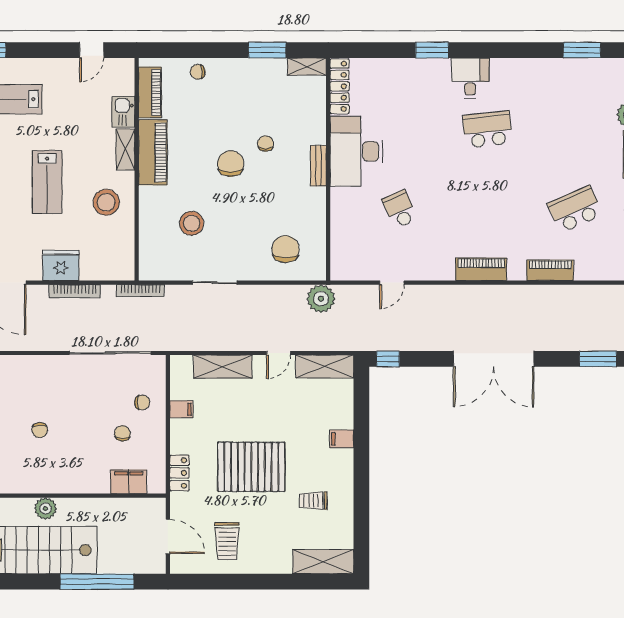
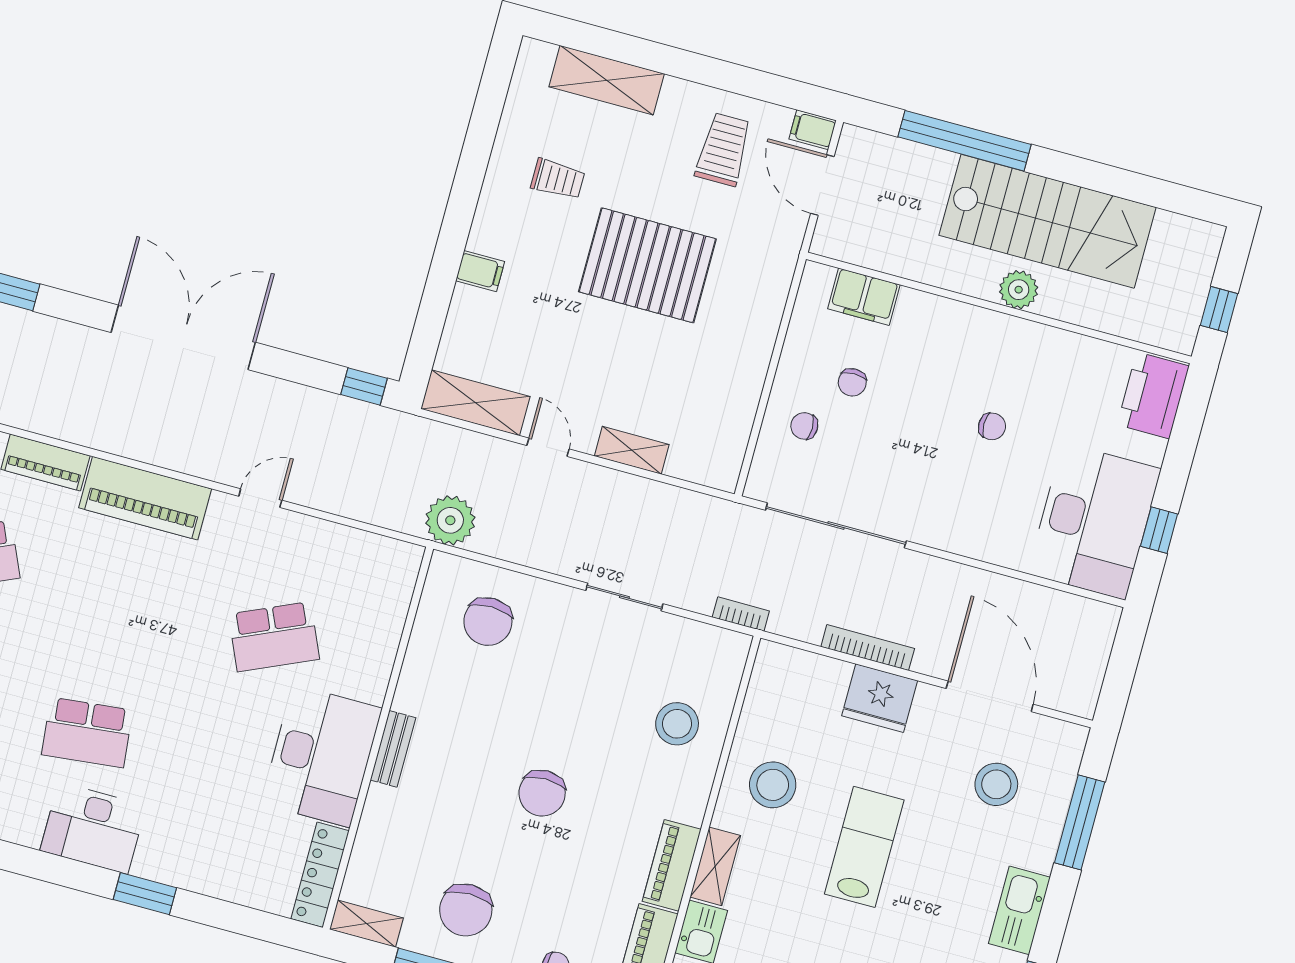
desk: (470, 78) -> (93, 828), width x1.37
chair: (266, 144) -> (466, 910), moved, width x1.87, depth x1.87
piano: (153, 152) -> (672, 865), width x0.73, depth x0.75
school desk: (400, 209) -> (274, 637), width x1.85
stool: (192, 223) -> (677, 724), moved
piano: (481, 269) -> (145, 498), width x1.37, depth x1.33
door: (392, 283) -> (260, 498), moved
bookcase: (140, 291) -> (741, 614), width x0.64
door: (279, 353) -> (548, 447), hinge flipped
shelving: (223, 367) -> (632, 450), width x0.67, depth x0.75
filing cabinet: (181, 409) -> (813, 130), moved
chair: (40, 430) -> (992, 426), turned 93
locker: (179, 473) -> (773, 288), removed
shelving: (323, 562) -> (607, 80), moved

